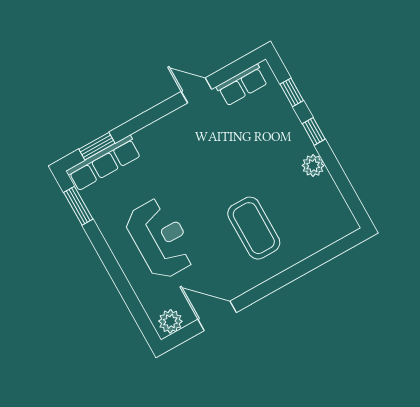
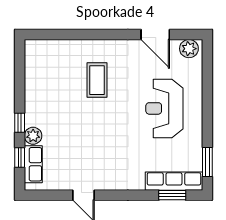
row of seats: (242, 85) -> (33, 164), moved, turned 90
plant: (313, 166) -> (33, 136), moved
coffee table: (254, 228) -> (97, 80), width x0.73, depth x0.76

